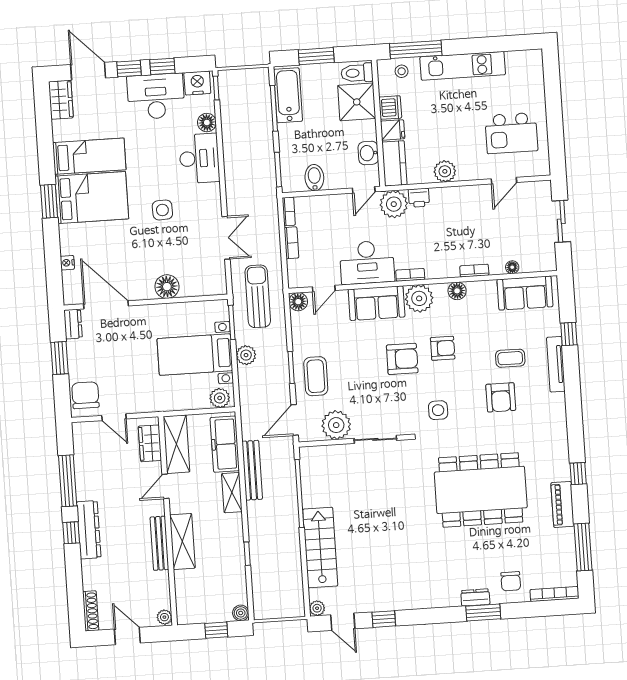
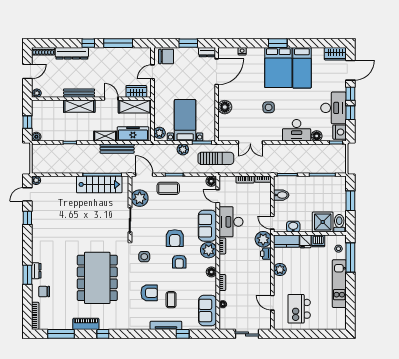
bathtub: (288, 95) -> (329, 183), removed
armchair: (501, 397) -> (149, 293), turned 180
dresser: (89, 530) -> (72, 53), moved
stairs: (320, 548) -> (99, 184), moved

